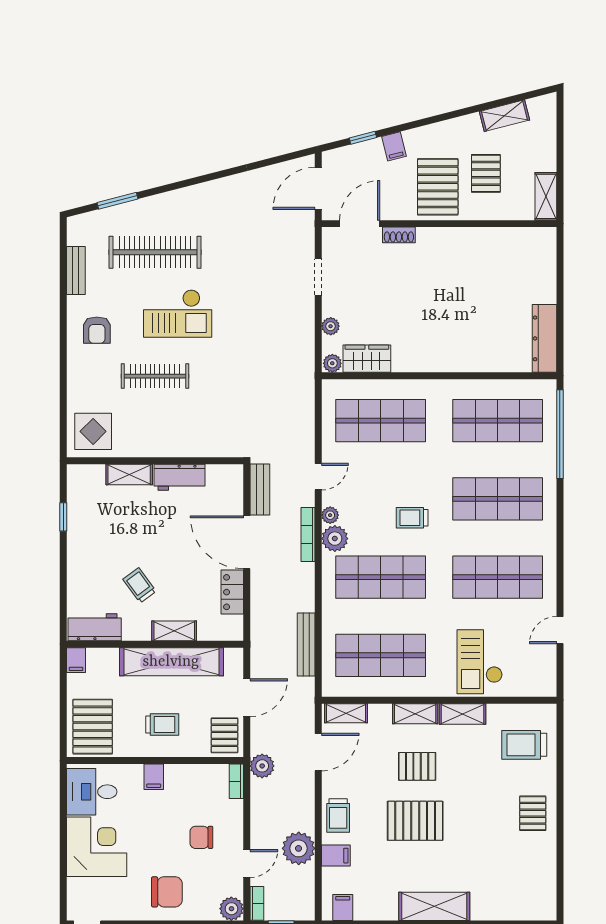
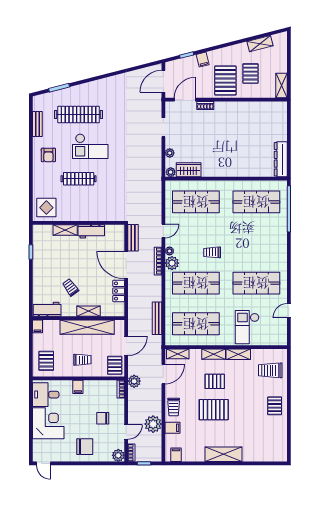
shop shelf: (498, 499) -> (256, 243), removed
pallet: (93, 727) -> (46, 361), width x0.67, depth x0.71

